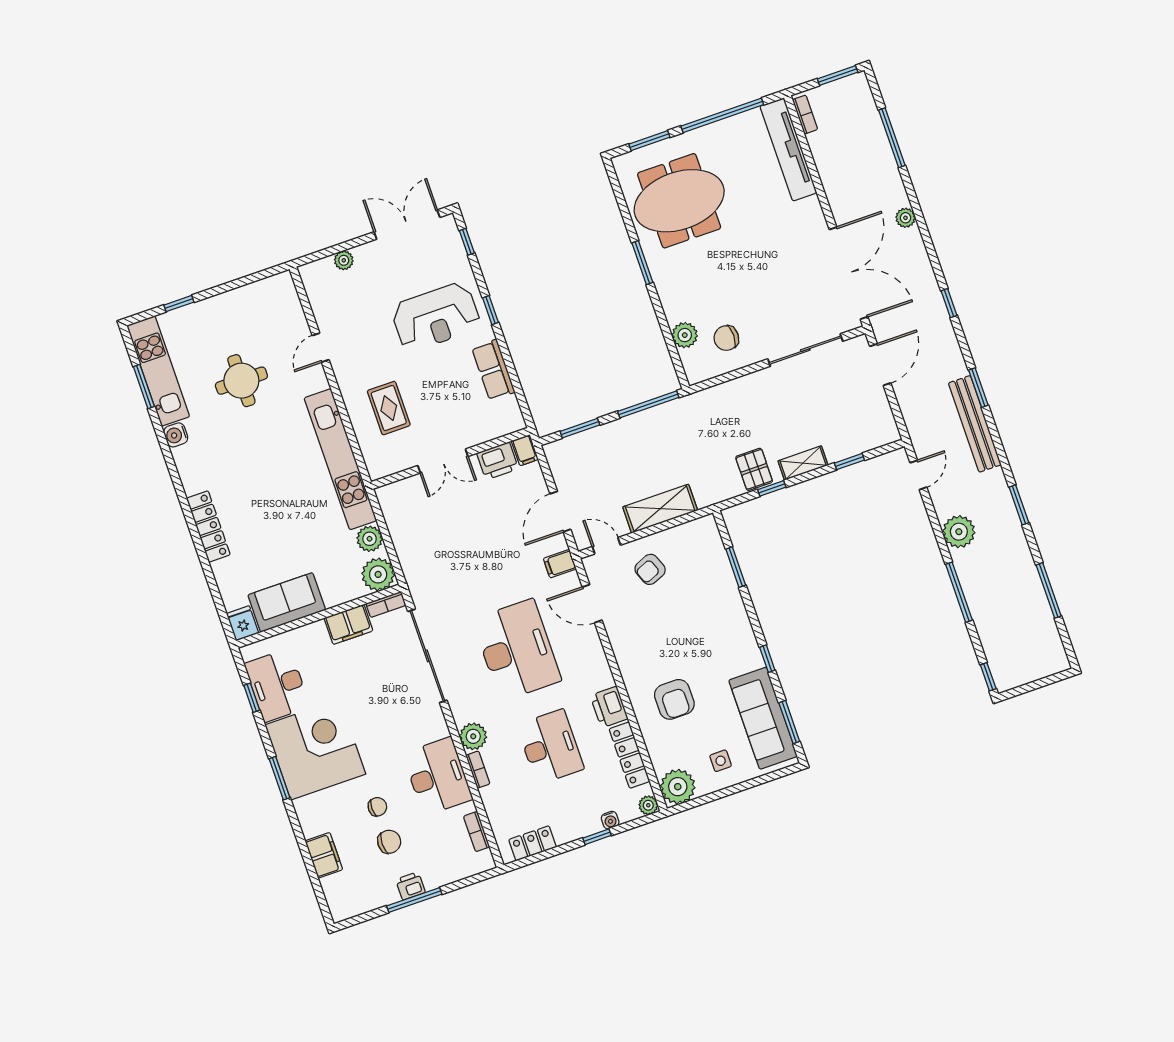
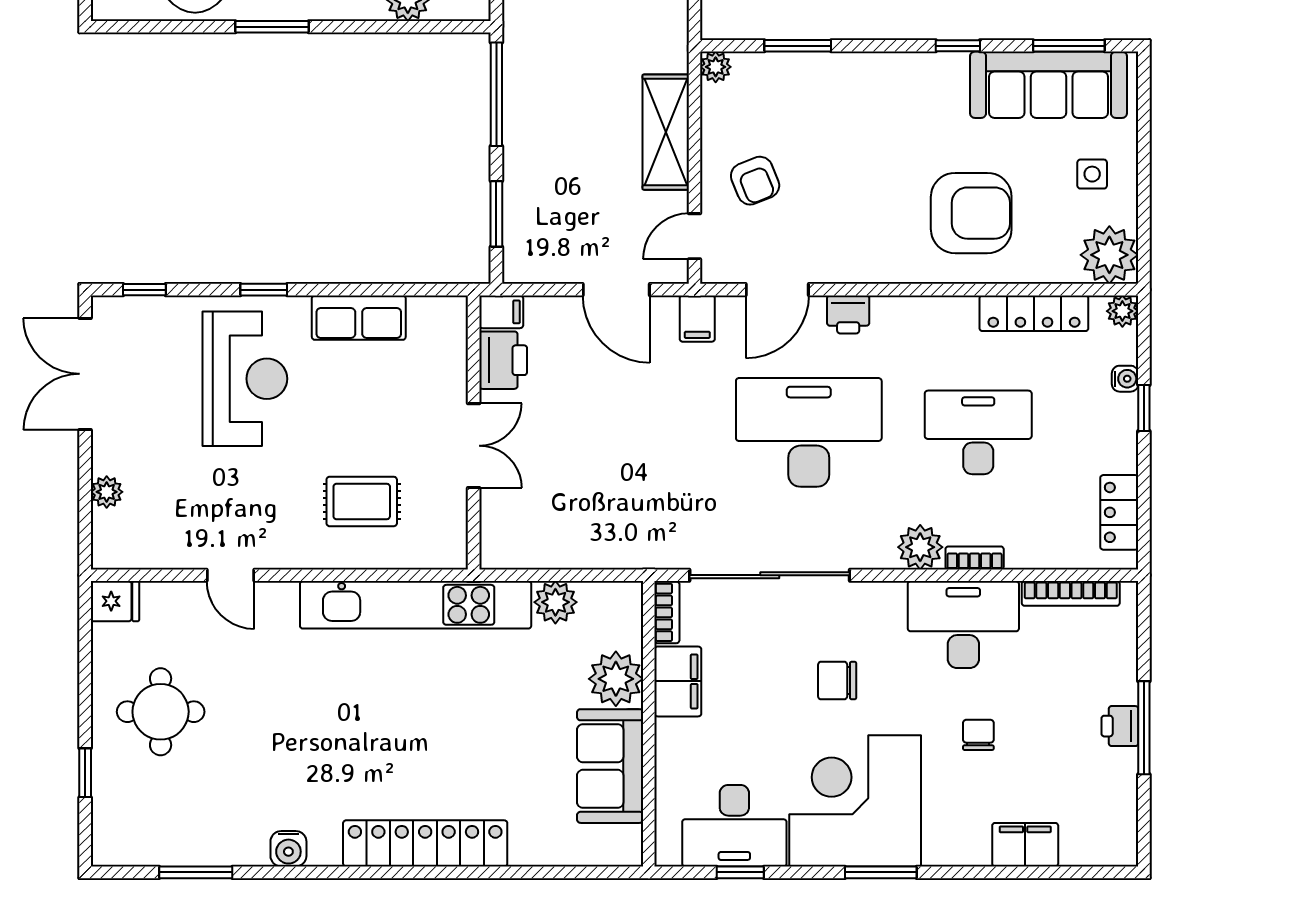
kitchen unit: (158, 371) -> (179, 842), removed
round table: (241, 381) -> (161, 712), moved
plant: (707, 524) -> (716, 67), added
locker: (208, 527) -> (425, 843), width x1.41, depth x1.21
plant: (378, 574) -> (616, 679), moved
fridge: (243, 623) -> (115, 601), moved, turned 180
armchair: (674, 699) -> (971, 213), width x1.36, depth x1.36
printer: (609, 707) -> (848, 314), moved, width x0.73, depth x0.81
bookcase: (477, 832) -> (1071, 593), width x1.56
chair: (389, 842) -> (837, 681), moved, turned -90

